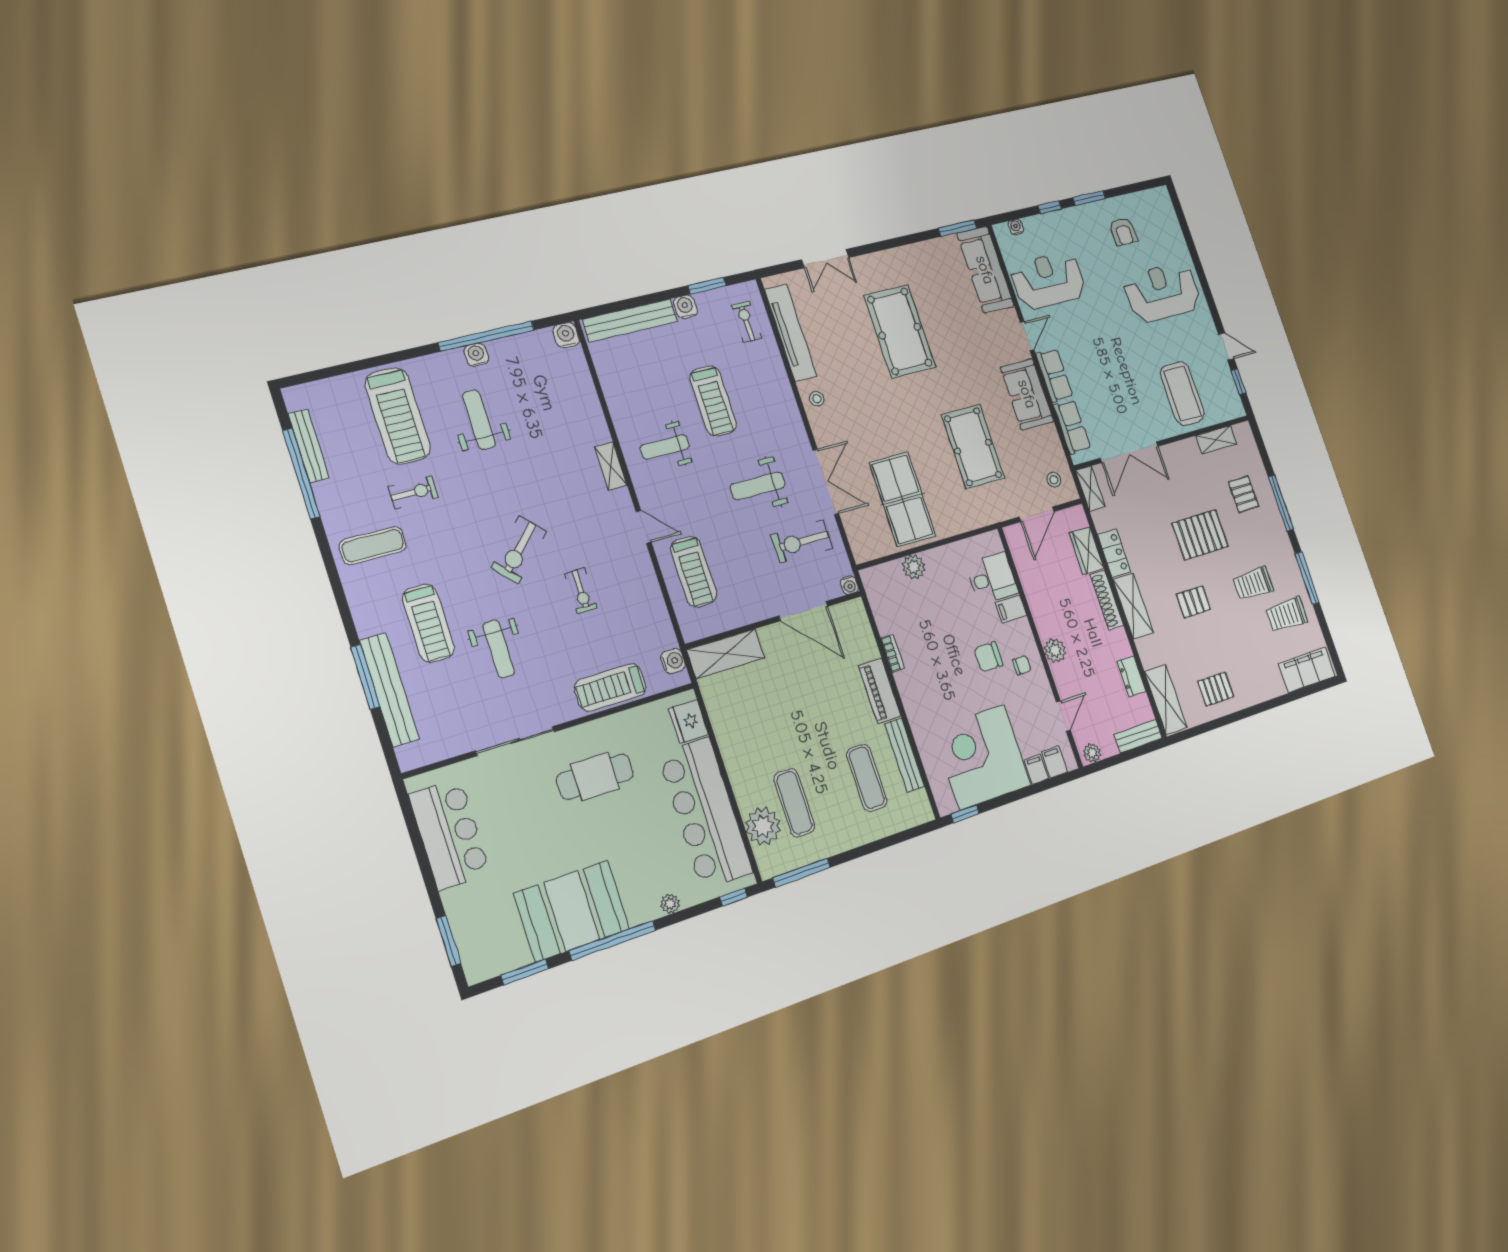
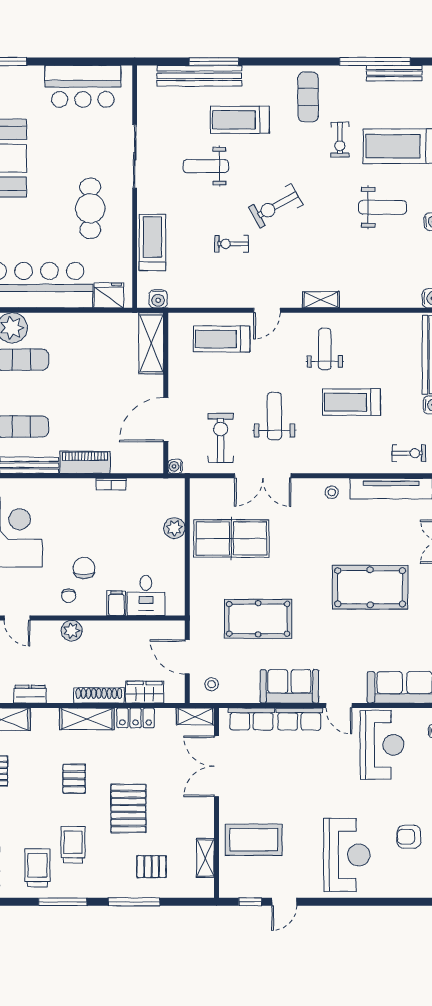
exercise bike: (519, 550) -> (276, 206), turned -75

